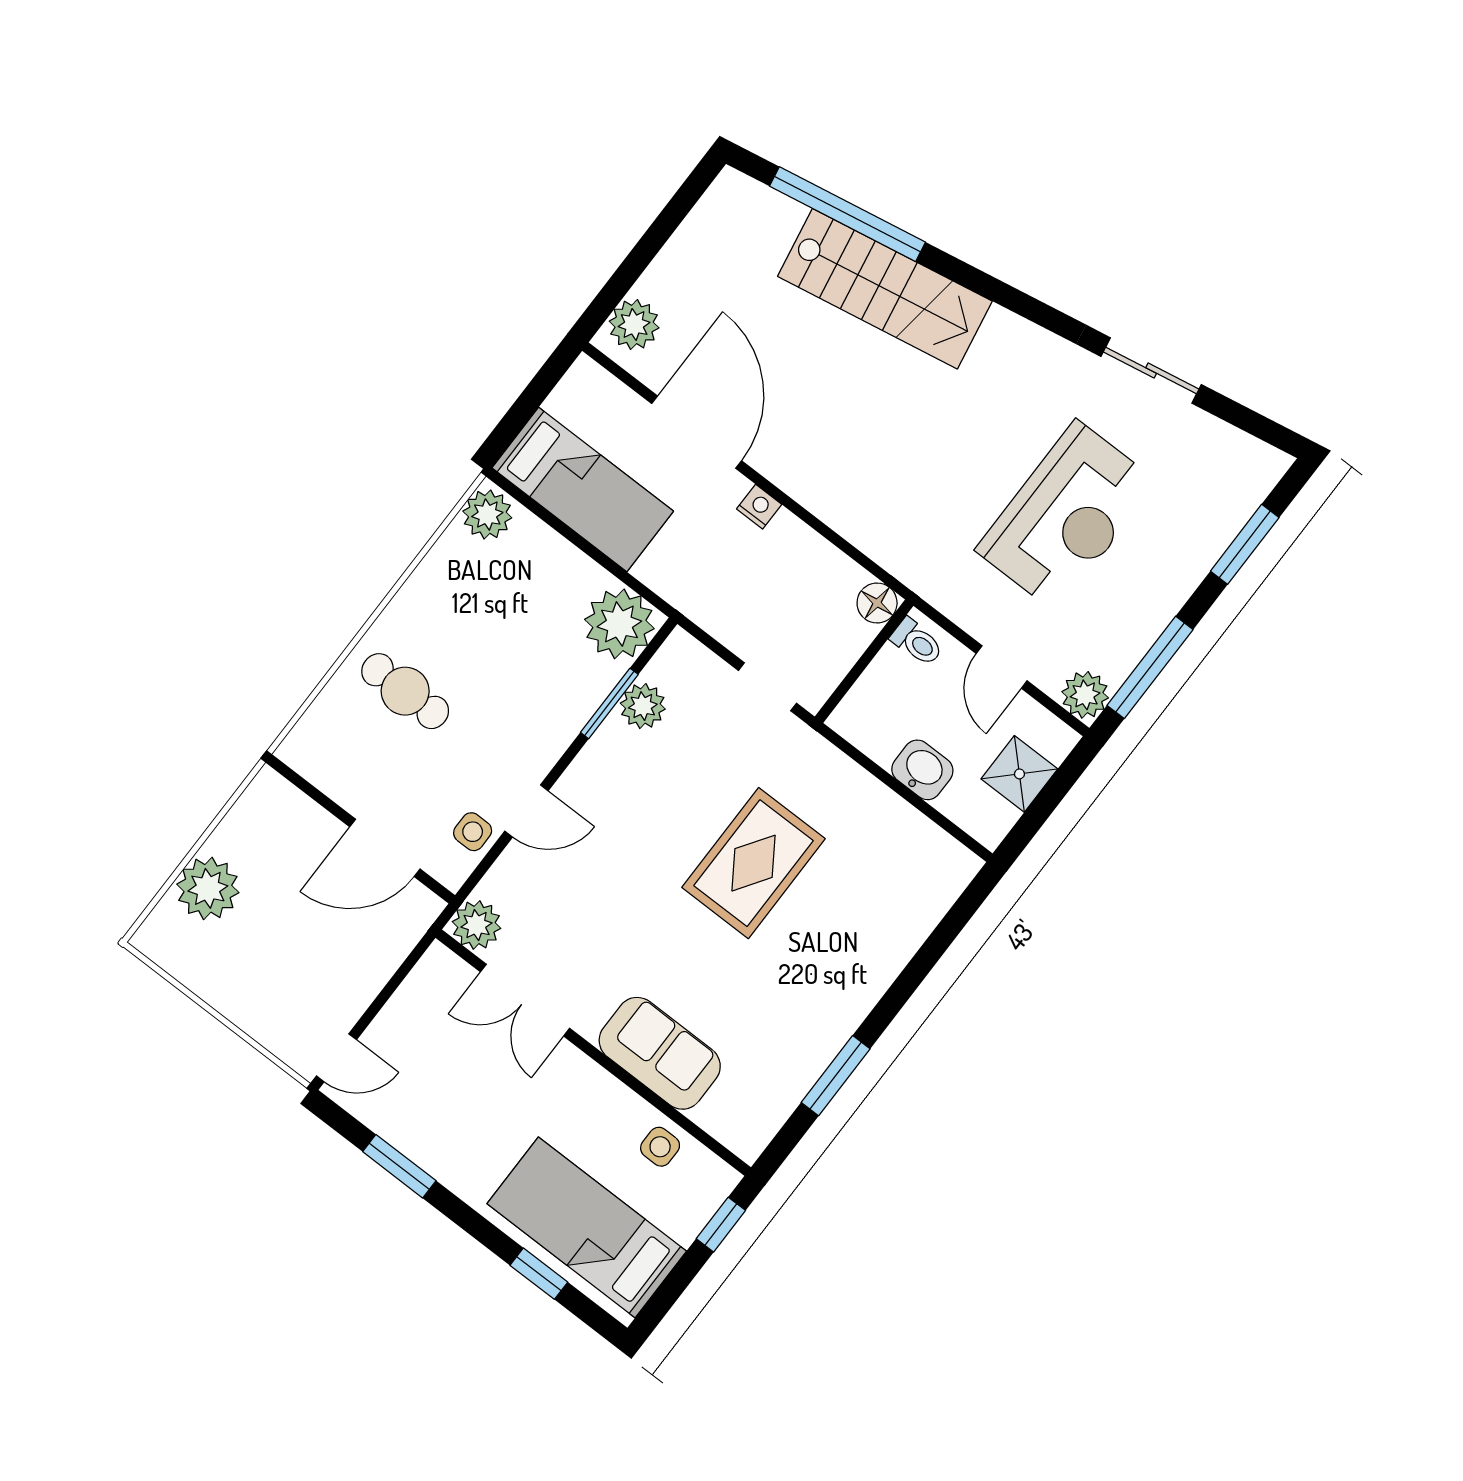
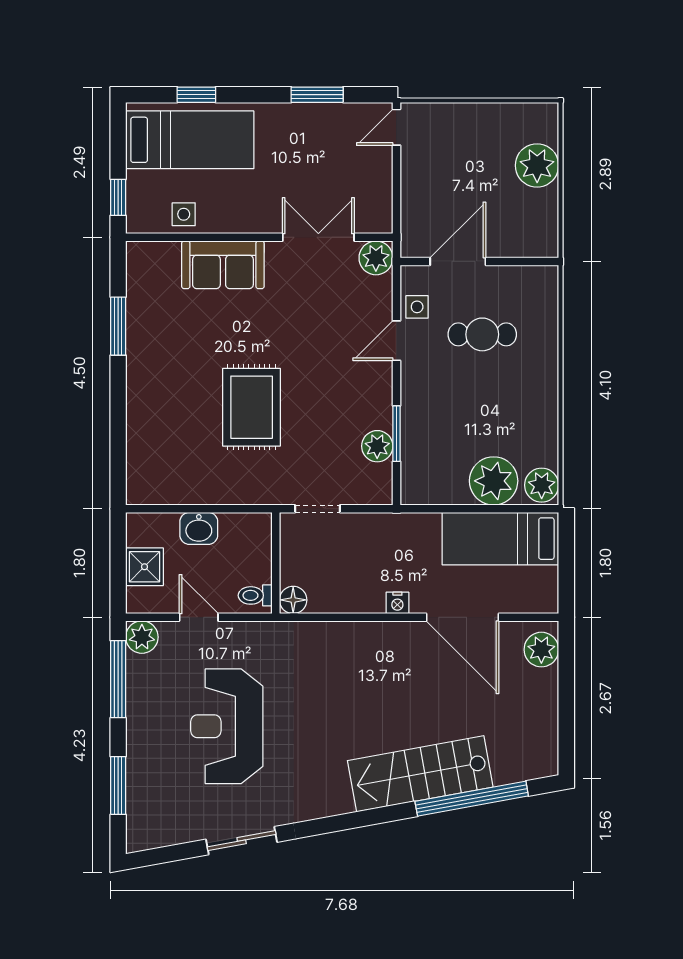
plant: (619, 624) -> (494, 481), moved
cafe table: (405, 691) -> (482, 334), moved

